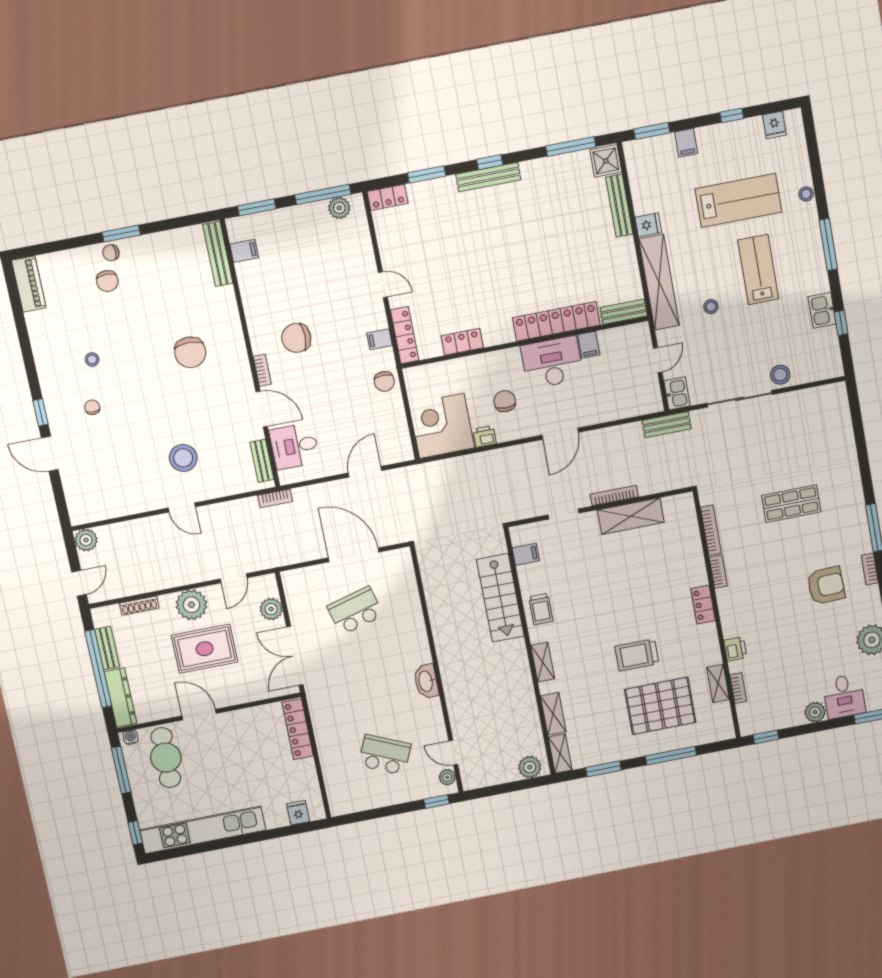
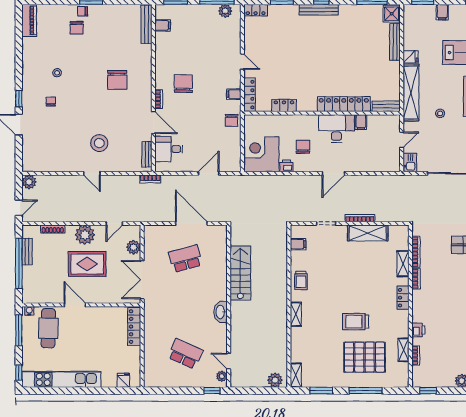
chair: (296, 338) -> (183, 84), turned 91
bench: (667, 425) -> (400, 180), removed
stairs: (500, 598) -> (240, 273), moved, turned 180
dresser: (120, 697) -> (28, 284), removed
shelving: (553, 714) -> (403, 264), moved

